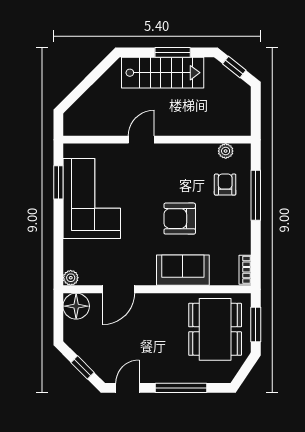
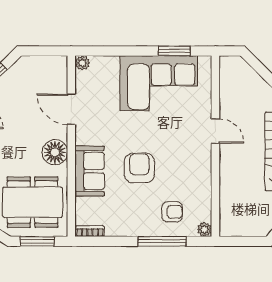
plant: (226, 151) -> (204, 229), moved
floor lamp: (76, 306) -> (55, 152), moved

